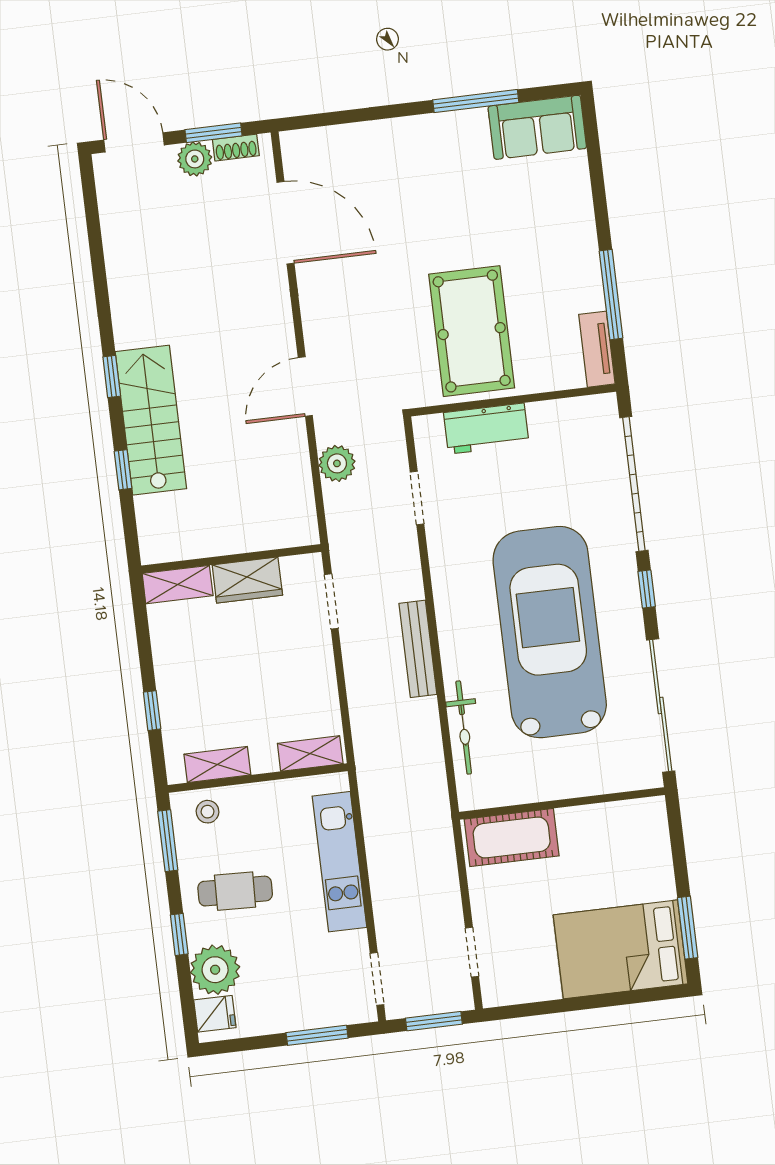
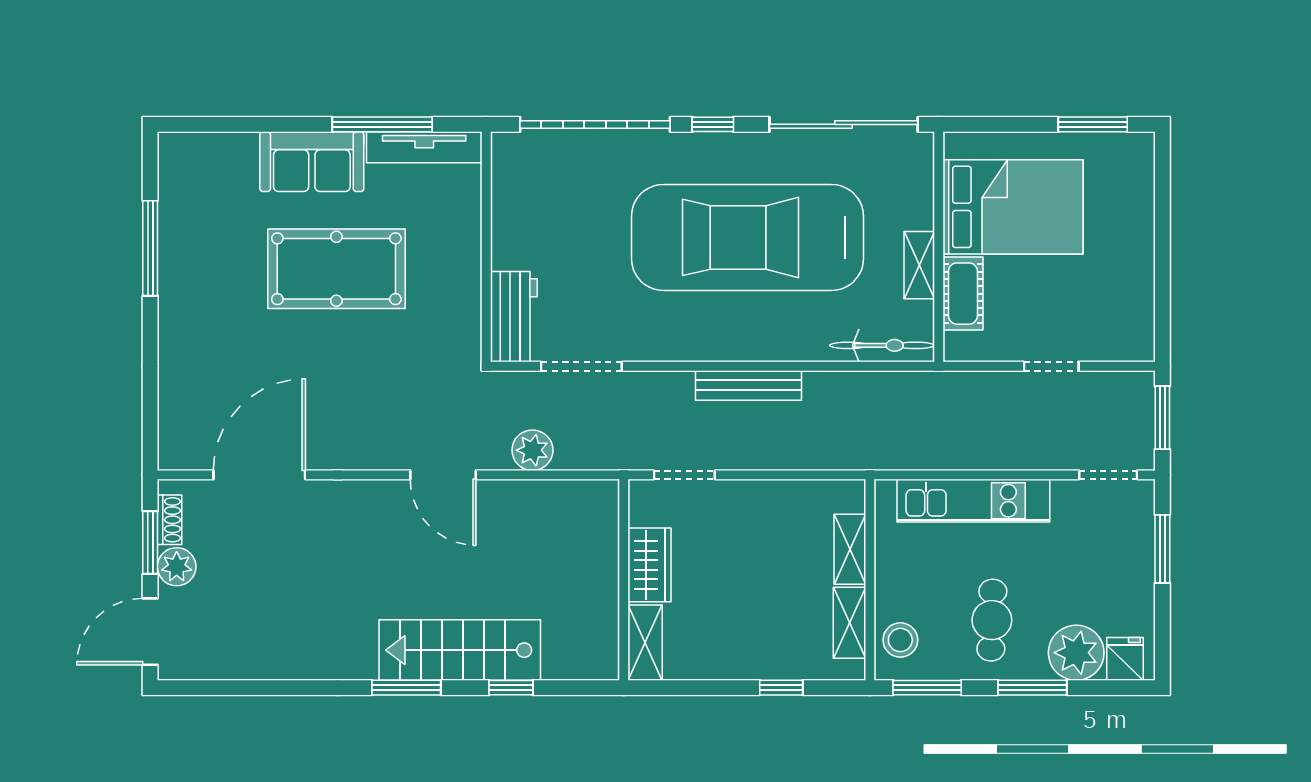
sofa: (537, 127) -> (312, 162), moved, turned 90
pool table: (472, 331) -> (336, 269), moved
tv unit: (597, 349) -> (424, 147), width x1.41
window: (112, 377) -> (406, 688), width x1.50
workbench: (486, 429) -> (514, 317), moved
doorway: (417, 498) -> (581, 366), width x1.38
bicycle: (464, 727) -> (882, 345), moved
shelving: (310, 754) -> (850, 549), moved
shelving: (544, 788) -> (919, 265), added
stool: (208, 812) -> (900, 640), width x1.37, depth x1.37
cot: (512, 838) -> (963, 294), width x0.73, depth x0.75
window: (179, 934) -> (1032, 688), width x1.50
bed: (620, 949) -> (1013, 207), moved, turned -90
doorway: (472, 952) -> (1051, 366), moved

